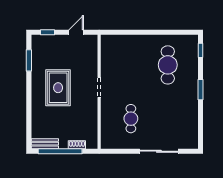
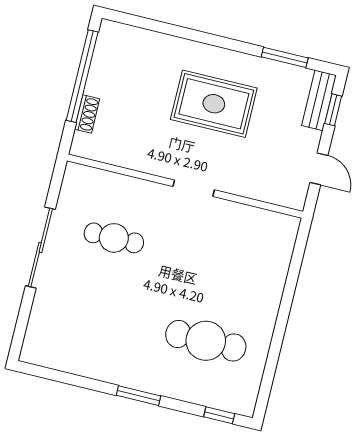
bench: (45, 144) -> (319, 100), moved
sliding door: (159, 151) -> (40, 248), moved

